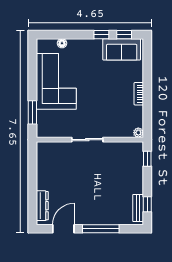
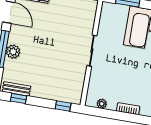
plant: (138, 133) -> (102, 104), moved
plant: (102, 218) -> (13, 52), added

